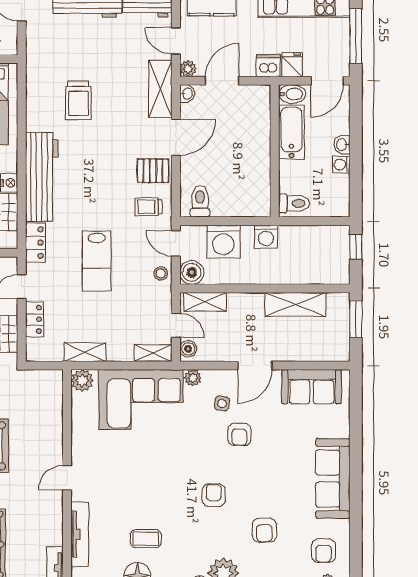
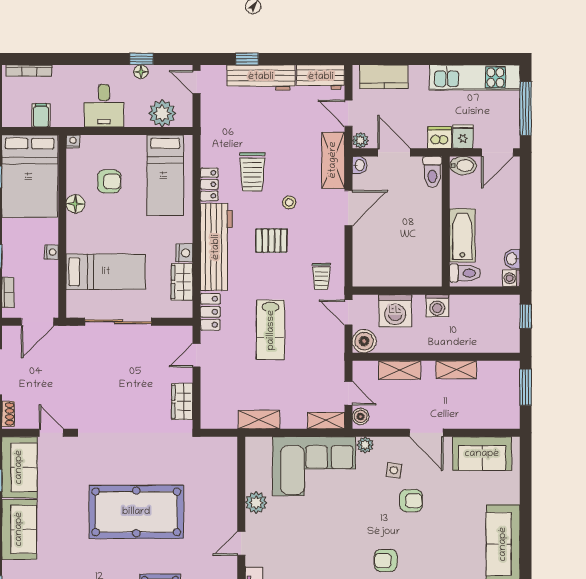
door: (222, 81) -> (394, 152), hinge flipped
bathtub: (291, 132) -> (462, 235), moved
washbasin: (342, 145) -> (512, 259), moved
washing machine: (341, 165) -> (511, 278), moved
pallet: (153, 171) -> (271, 241), moved
toilet: (200, 201) -> (432, 172), moved, turned 180
trolley: (148, 207) -> (321, 276), turned -90
stool: (161, 273) -> (289, 202), moved
shelving: (205, 302) -> (400, 370), moved
shelving: (295, 304) -> (456, 370), width x0.67, depth x0.75
locker: (34, 319) -> (209, 184), moved
door: (255, 365) -> (426, 433), hinge flipped
plant: (82, 381) -> (256, 503), moved
armchair: (239, 434) -> (411, 501), turned -90
armchair: (214, 495) -> (386, 561), turned -90

